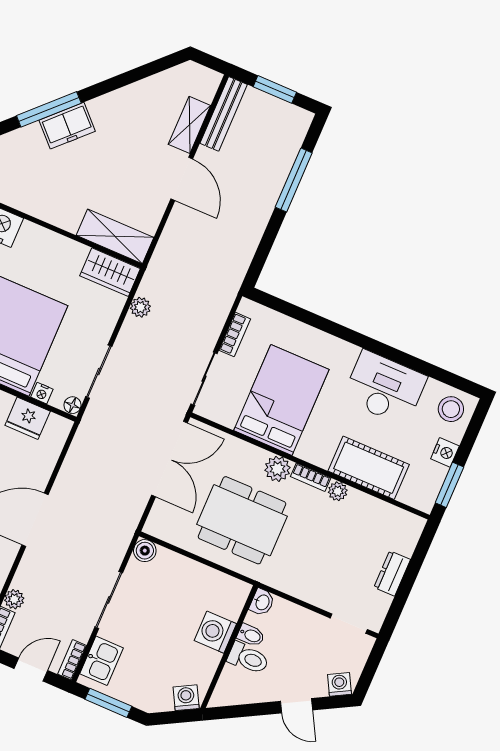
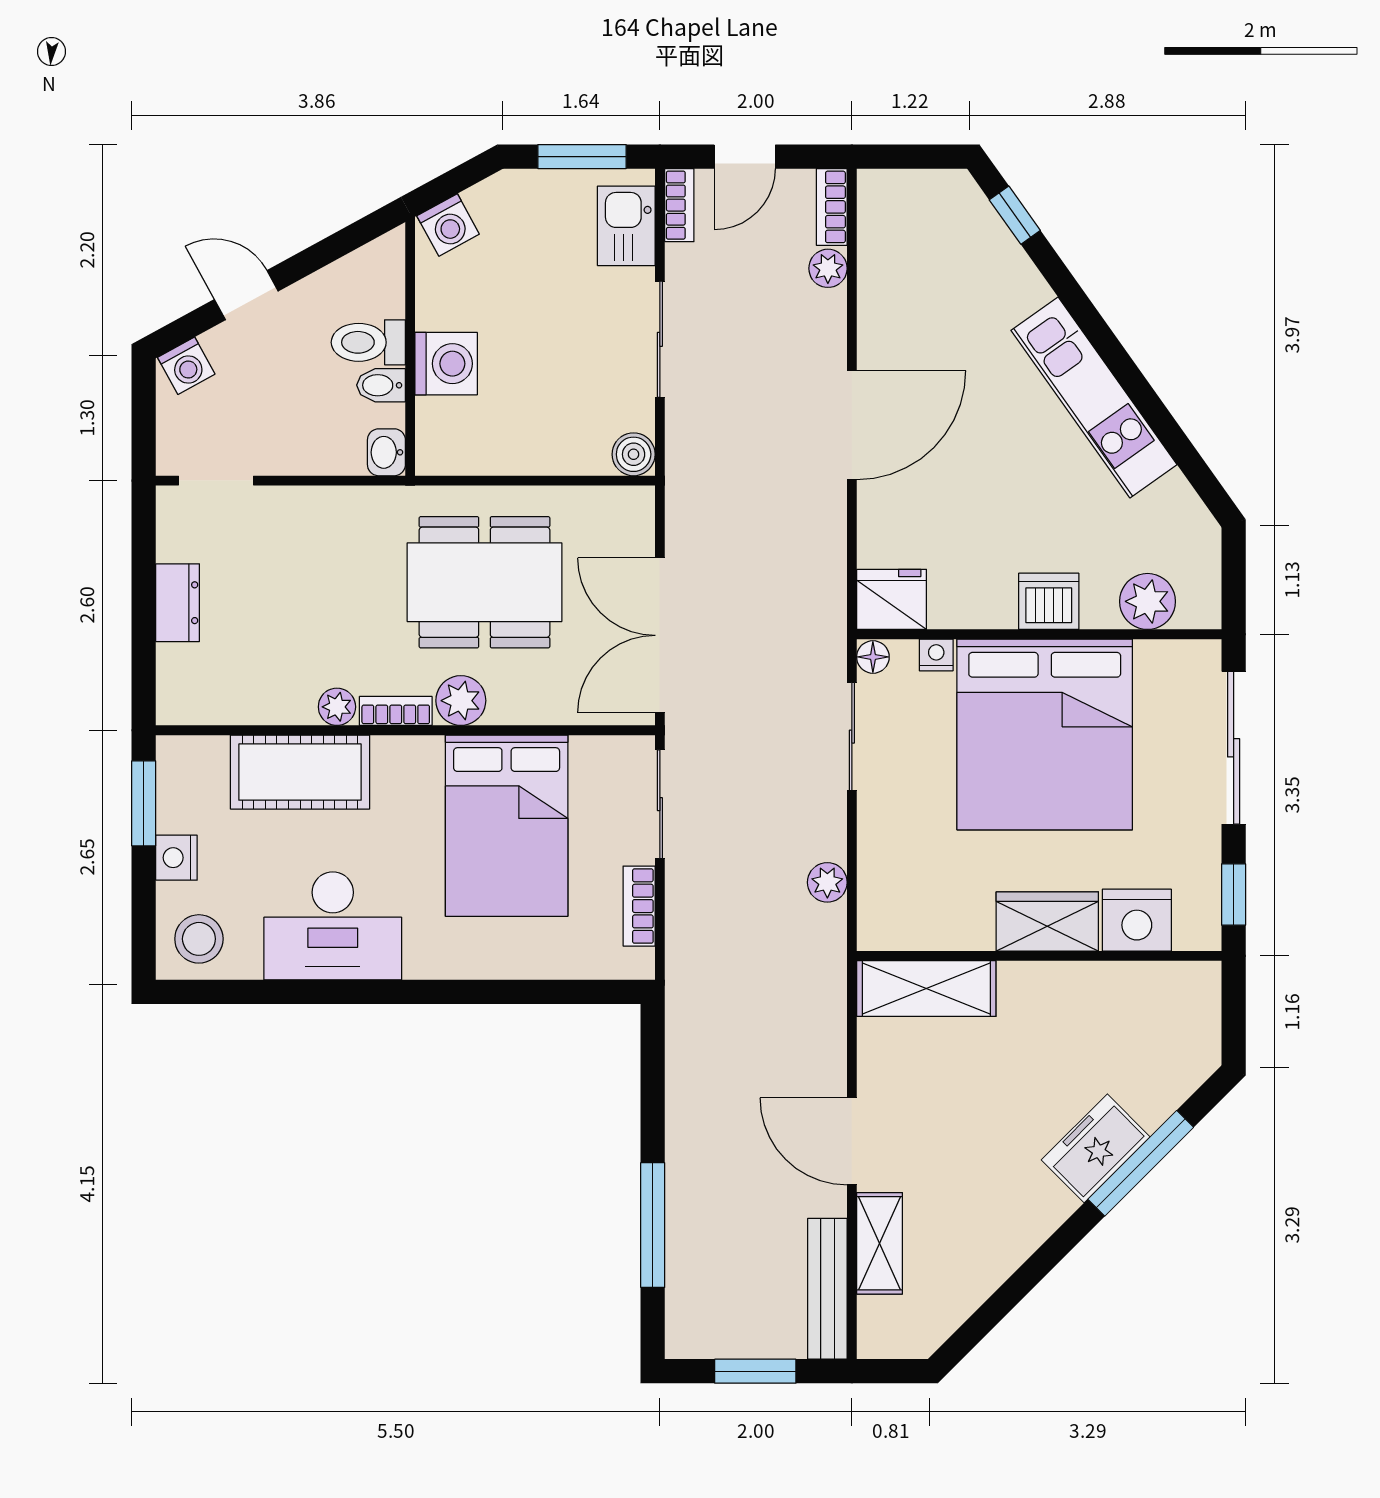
wardrobe: (110, 272) -> (1047, 921), moved
fridge: (28, 418) -> (892, 599), moved

